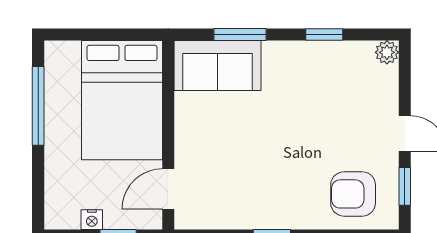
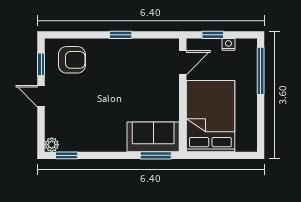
window: (240, 35) -> (156, 155), moved
window: (324, 35) -> (67, 155), moved
window: (38, 106) -> (261, 71), moved

